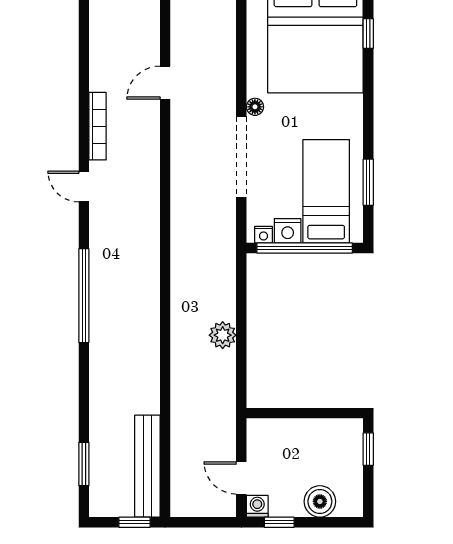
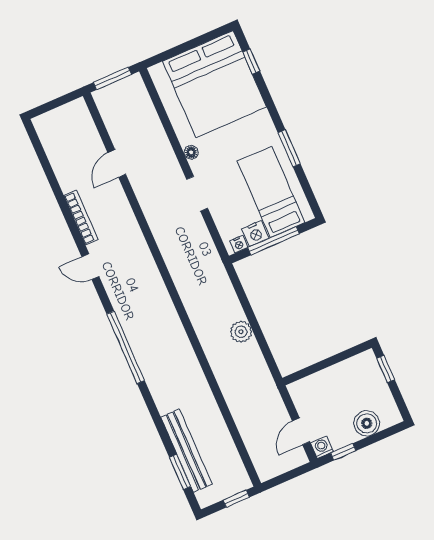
doorway: (241, 157) -> (197, 194), width x0.53
window: (368, 182) -> (289, 148), moved
window: (305, 248) -> (274, 241), width x0.68
bench: (147, 466) -> (186, 451), moved
door: (241, 478) -> (301, 431), hinge flipped

